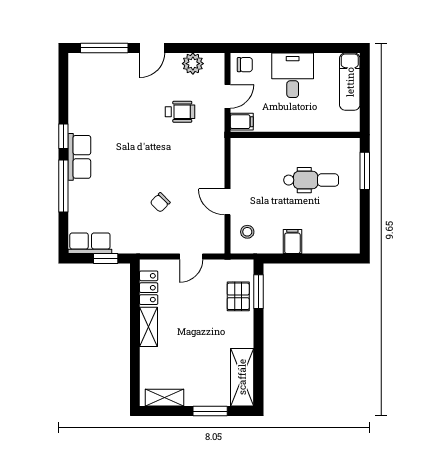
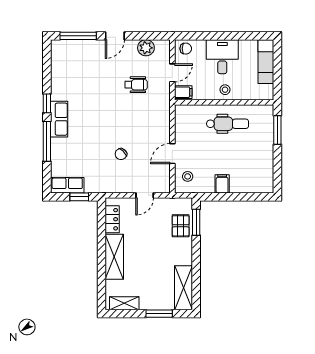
stool: (296, 118) -> (225, 90), added
dental chair: (311, 180) -> (228, 124), moved
door: (228, 202) -> (172, 154), hinge flipped
shelving: (149, 327) -> (114, 257), width x1.50, depth x1.33

